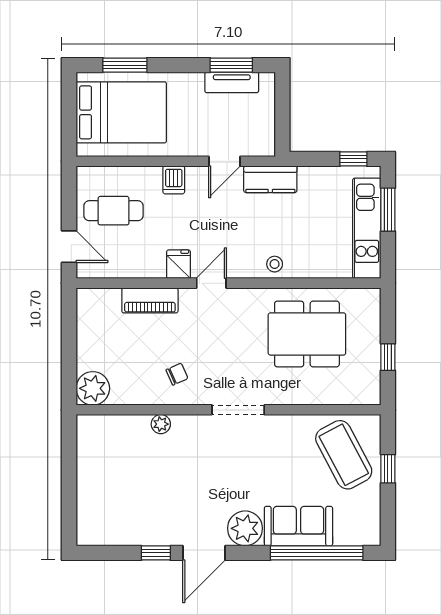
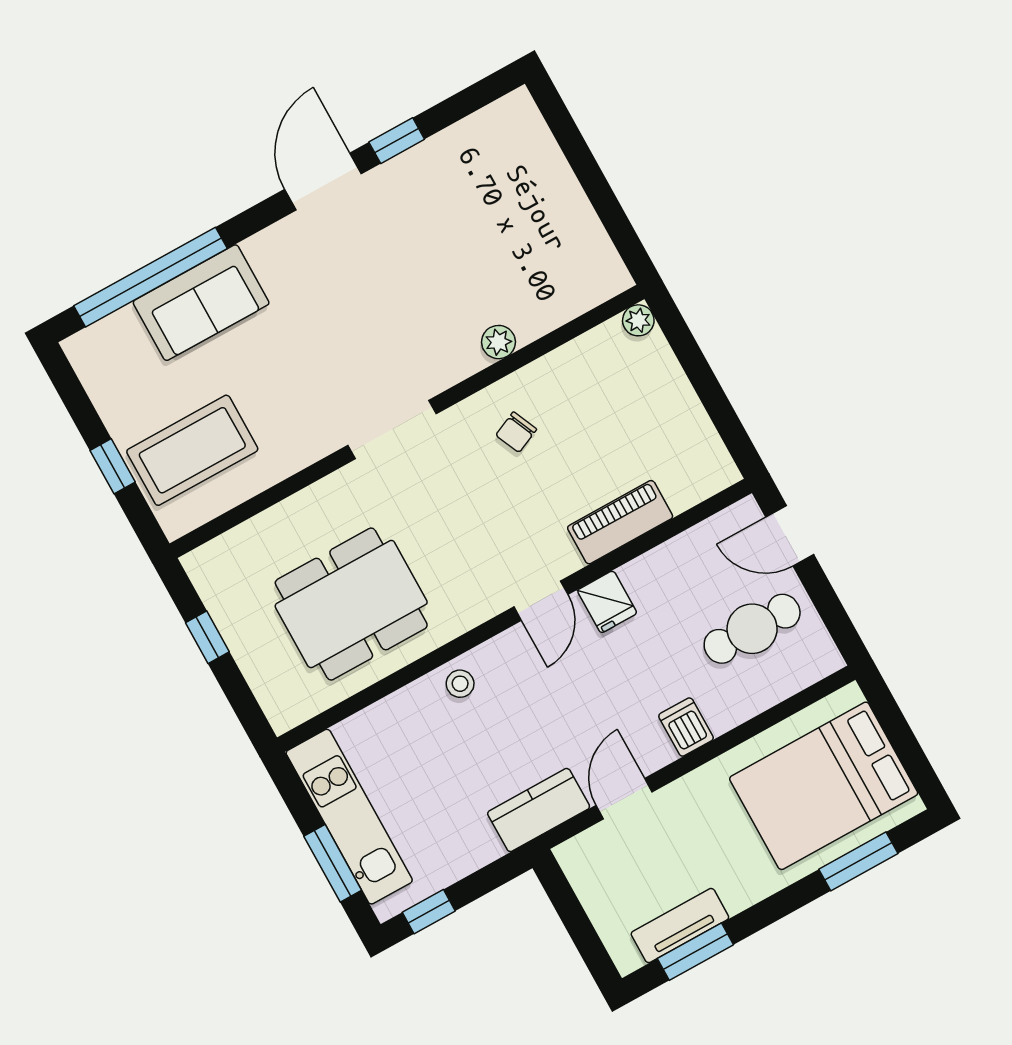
plant: (93, 388) -> (638, 320), width x0.53, depth x0.53
coffee table: (344, 455) -> (192, 450), turned -62
plant: (245, 528) -> (281, 254), removed

